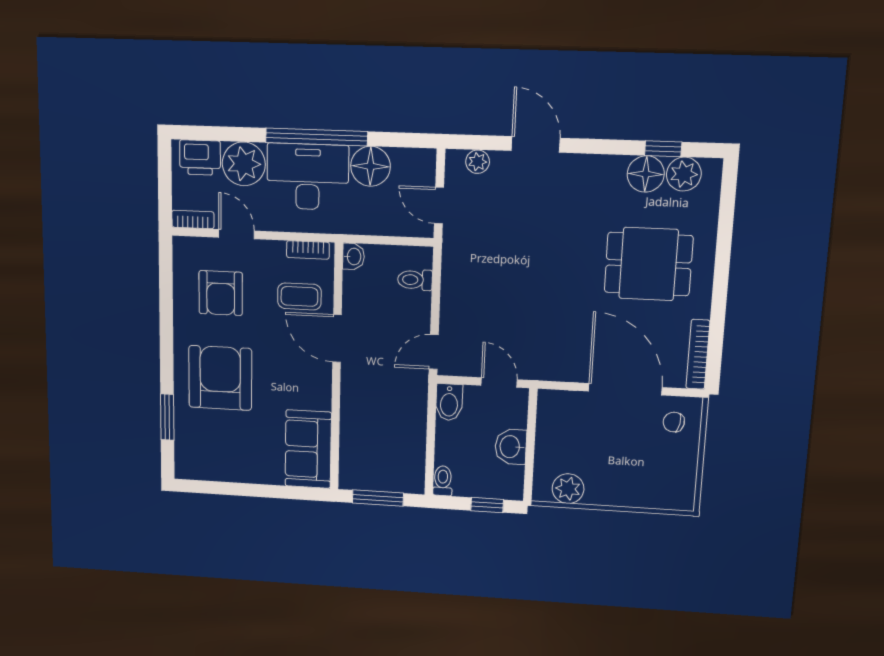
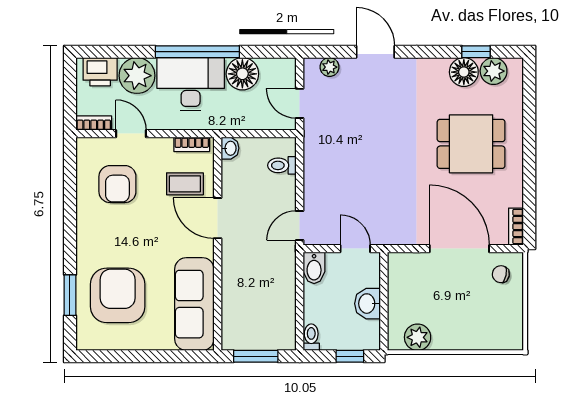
bookcase: (698, 354) -> (516, 227), width x0.64
armchair: (220, 378) -> (118, 295), moved
sofa: (308, 449) -> (194, 304), width x1.36

